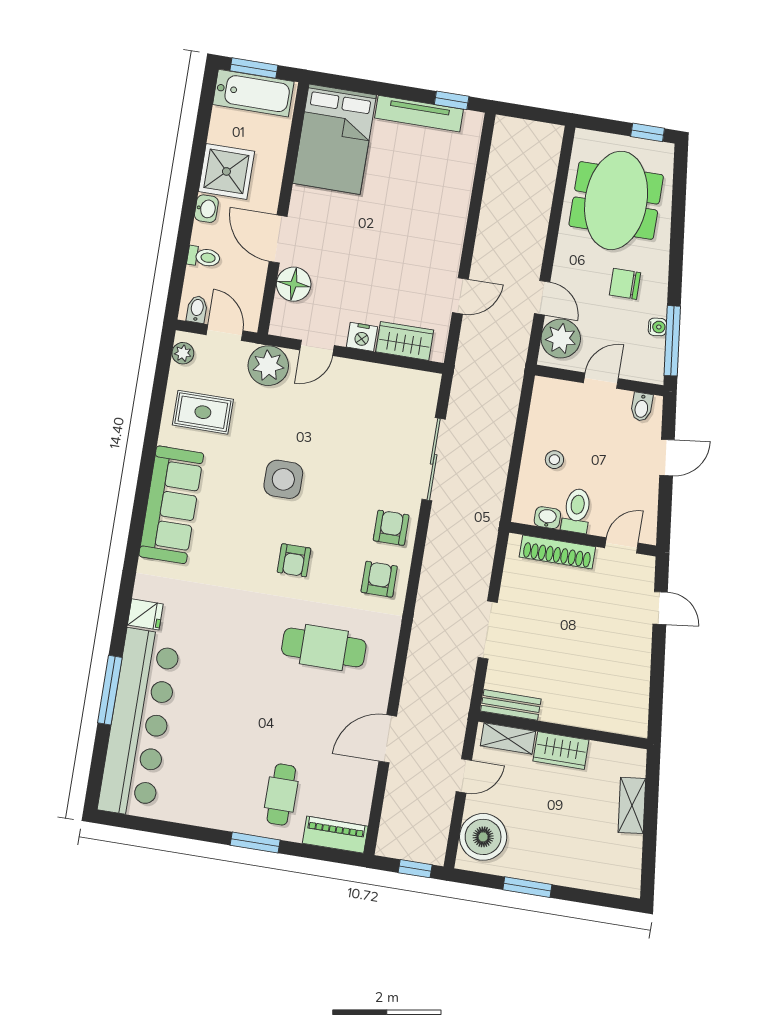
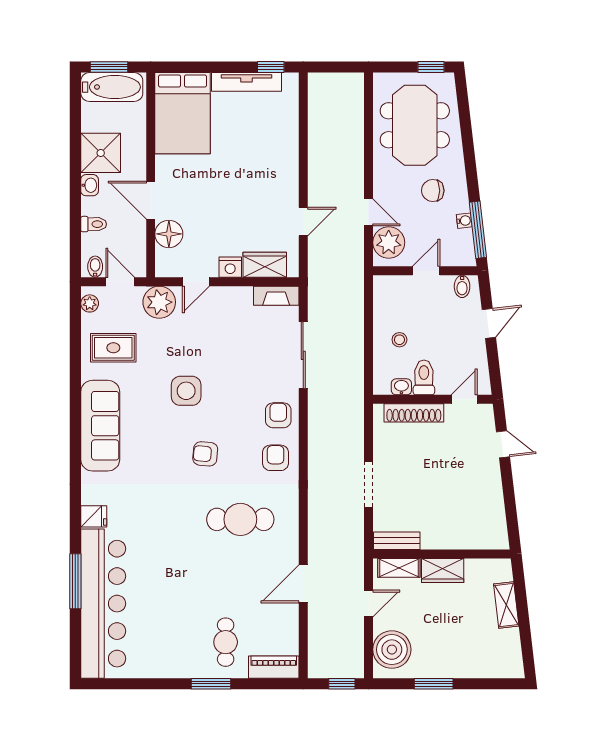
fireplace: (412, 381) -> (276, 296), added
armchair: (294, 560) -> (205, 454), turned 95

